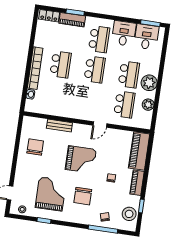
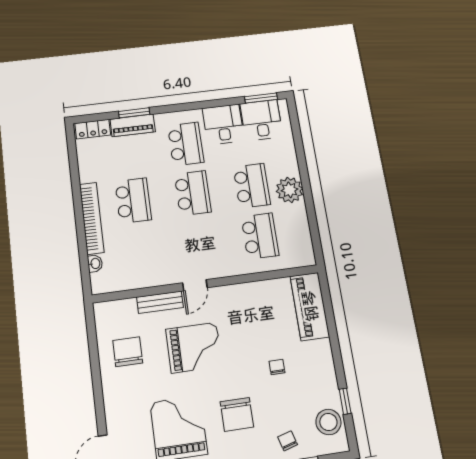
plant: (148, 105) -> (299, 225), removed
door: (100, 124) -> (195, 285), moved
grand piano: (81, 159) -> (194, 348), moved
piano: (137, 183) -> (324, 362), removed

